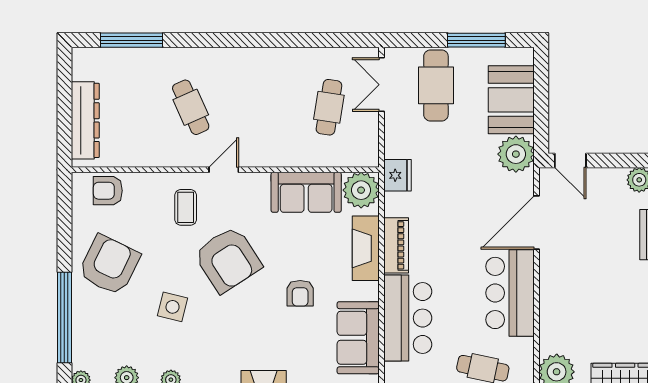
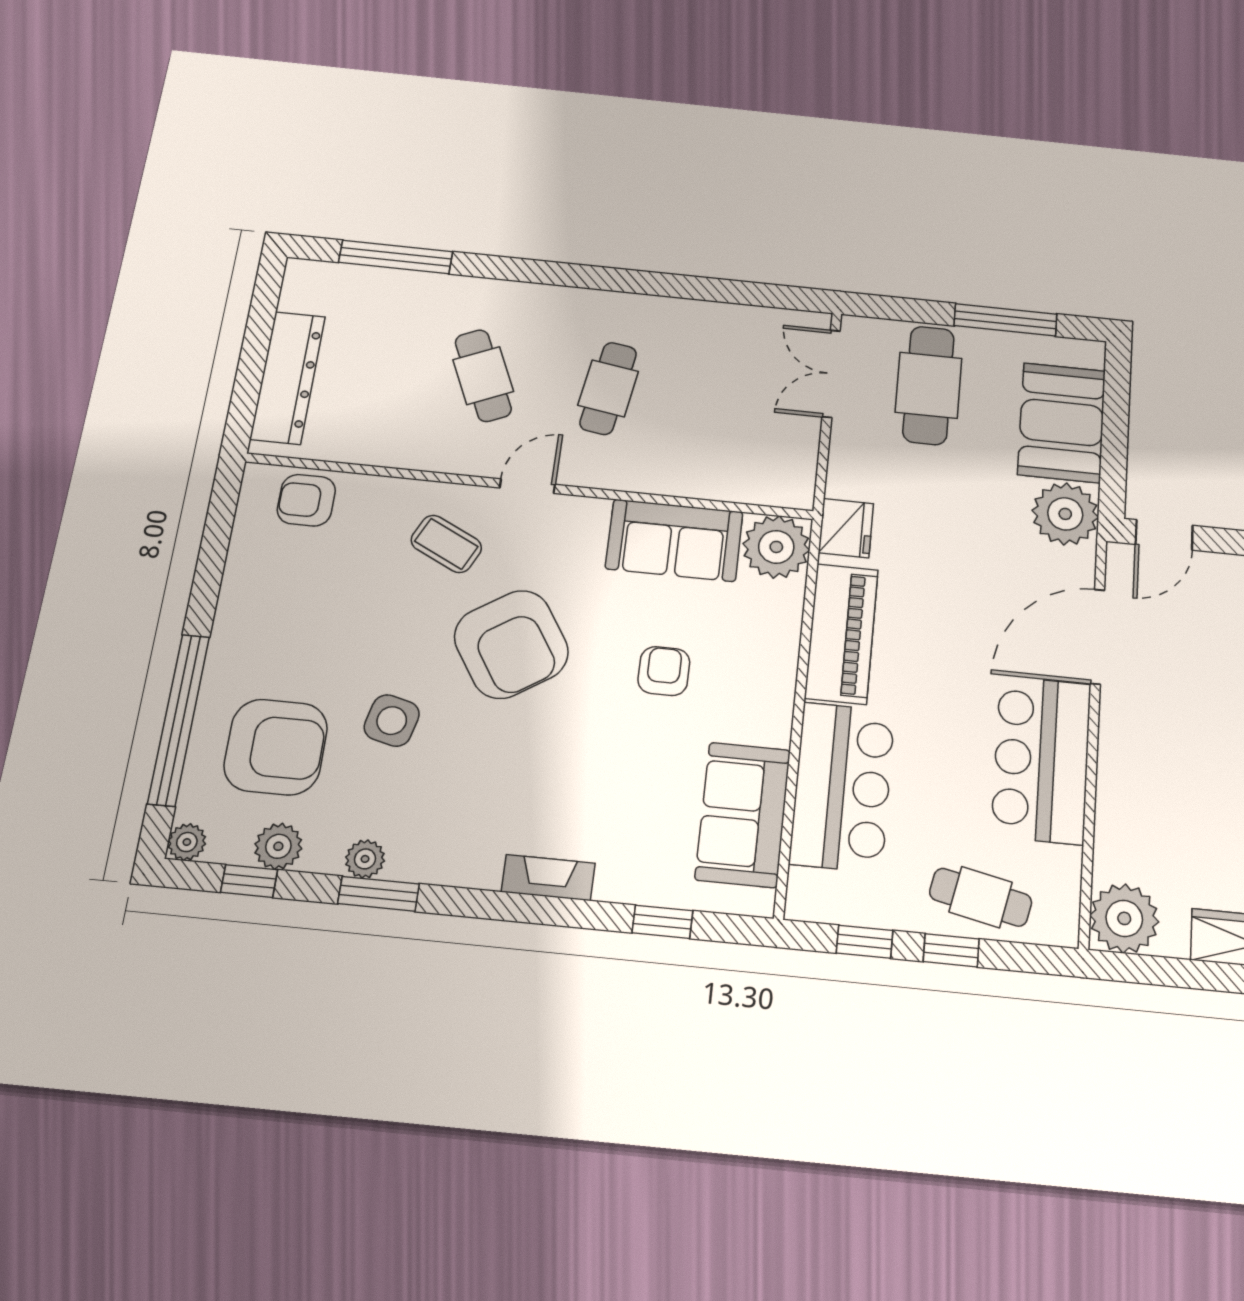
cafe table: (329, 107) -> (608, 388), moved
door: (570, 160) -> (1164, 535), hinge flipped
coffee table: (186, 207) -> (446, 544), turned -64
piano: (396, 245) -> (841, 634), width x1.37, depth x1.33
fireplace: (366, 248) -> (775, 650), removed
armchair: (109, 265) -> (276, 747), moved, turned 64
armchair: (300, 293) -> (664, 671), moved, turned 180

